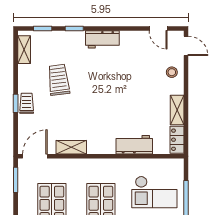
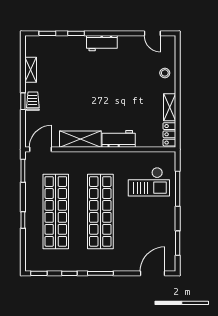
door: (186, 46) -> (178, 49), removed
shelving: (24, 50) -> (31, 70), moved
trolley: (59, 80) -> (62, 80), removed
workbench: (134, 145) -> (119, 139), moved
shelving: (71, 147) -> (80, 139), width x1.50, depth x1.33

